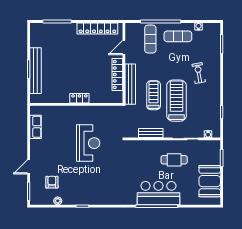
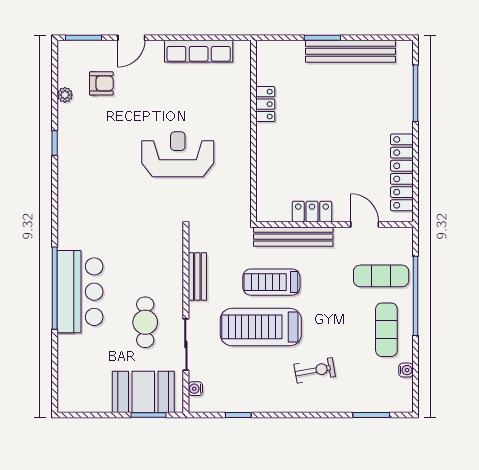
bench: (35, 71) -> (350, 51), moved
locker: (117, 74) -> (312, 211), width x0.66
treadmill: (154, 95) -> (271, 282), turned 180
locker: (79, 98) -> (265, 104), moved
treadmill: (176, 101) -> (261, 327), turned 180
row of seats: (35, 127) -> (199, 51), width x1.48
reception desk: (88, 143) -> (178, 154), turned 180
door: (29, 167) -> (131, 38), swing flipped
booth: (210, 181) -> (143, 392), moved

